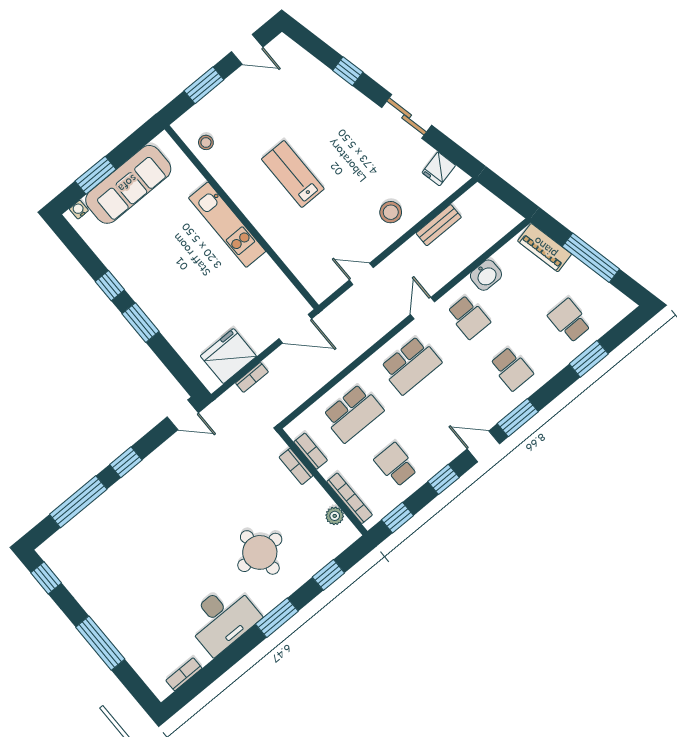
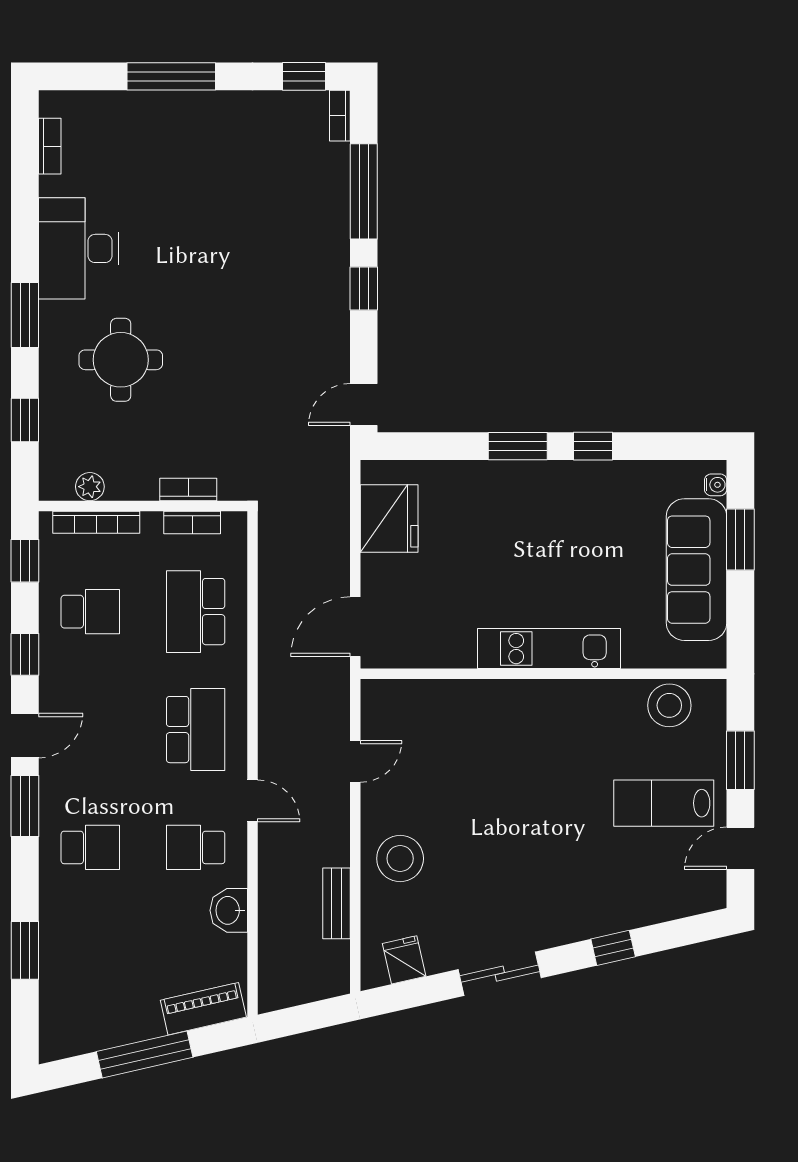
stool: (206, 142) -> (669, 705), width x1.89, depth x1.89
lab bench: (293, 174) -> (664, 803), moved, turned 180
stool: (391, 212) -> (400, 859), width x1.38, depth x1.38
school desk: (569, 321) -> (90, 965), removed
school desk: (411, 365) -> (196, 730), turned 180
school desk: (512, 369) -> (90, 847), turned 180
bookcase: (252, 377) -> (340, 116), moved

